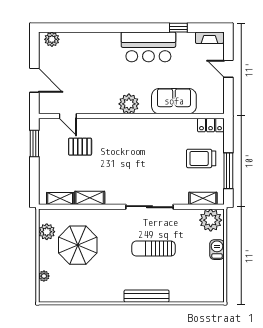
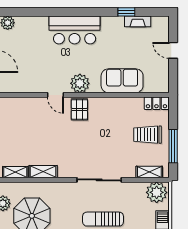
fireplace: (209, 38) -> (138, 21), moved
bar counter: (148, 47) -> (75, 30), moved
door: (68, 116) -> (55, 95), moved
pallet: (80, 147) -> (79, 109), moved, turned 90

